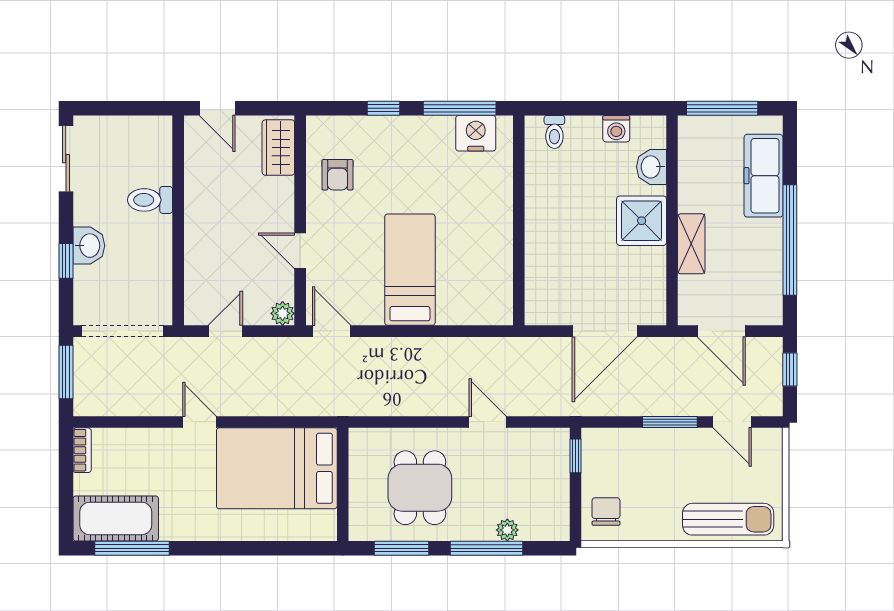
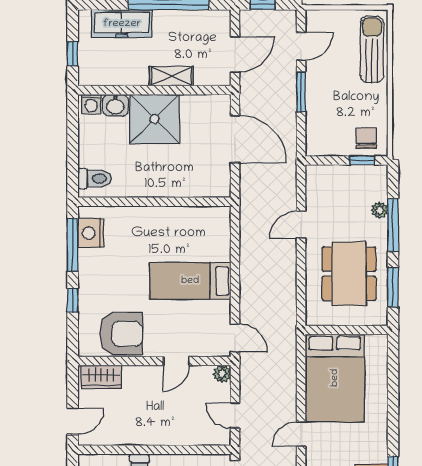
window: (722, 108) -> (73, 54), width x0.46
washing machine: (616, 129) -> (91, 104), moved, turned 90
toilet: (554, 132) -> (95, 179), width x1.37, depth x1.39
armchair: (338, 175) -> (121, 334), width x1.88, depth x1.88
shower: (642, 221) -> (155, 119), width x1.37, depth x1.37
door: (332, 331) -> (235, 338), swing flipped
window: (576, 456) -> (362, 160), moved
dining table: (420, 488) -> (349, 274), width x1.38
chair: (606, 512) -> (366, 138), turned 90

